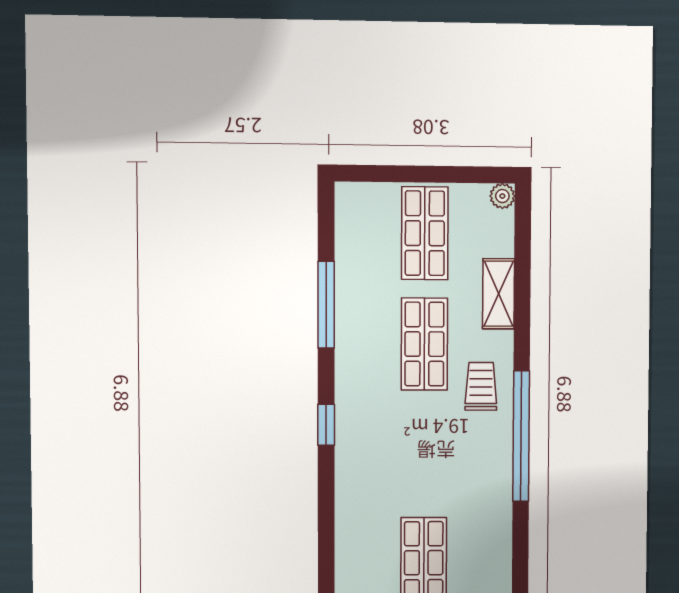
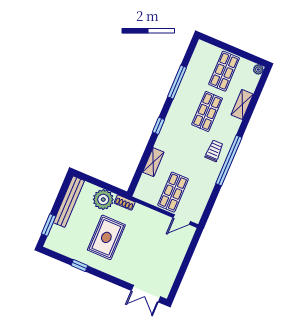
trolley: (481, 386) -> (214, 151), moved
shelving: (350, 513) -> (153, 162), added

